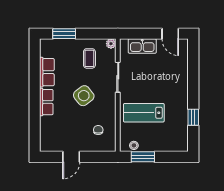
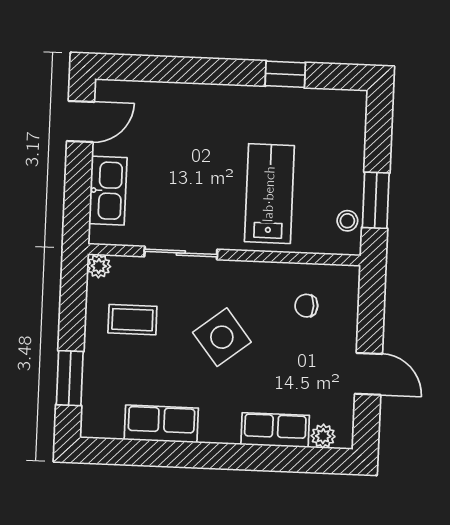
row of seats: (46, 102) -> (275, 430), moved
lab bench: (144, 113) -> (269, 194), turned 180
plant: (45, 139) -> (323, 436), added

